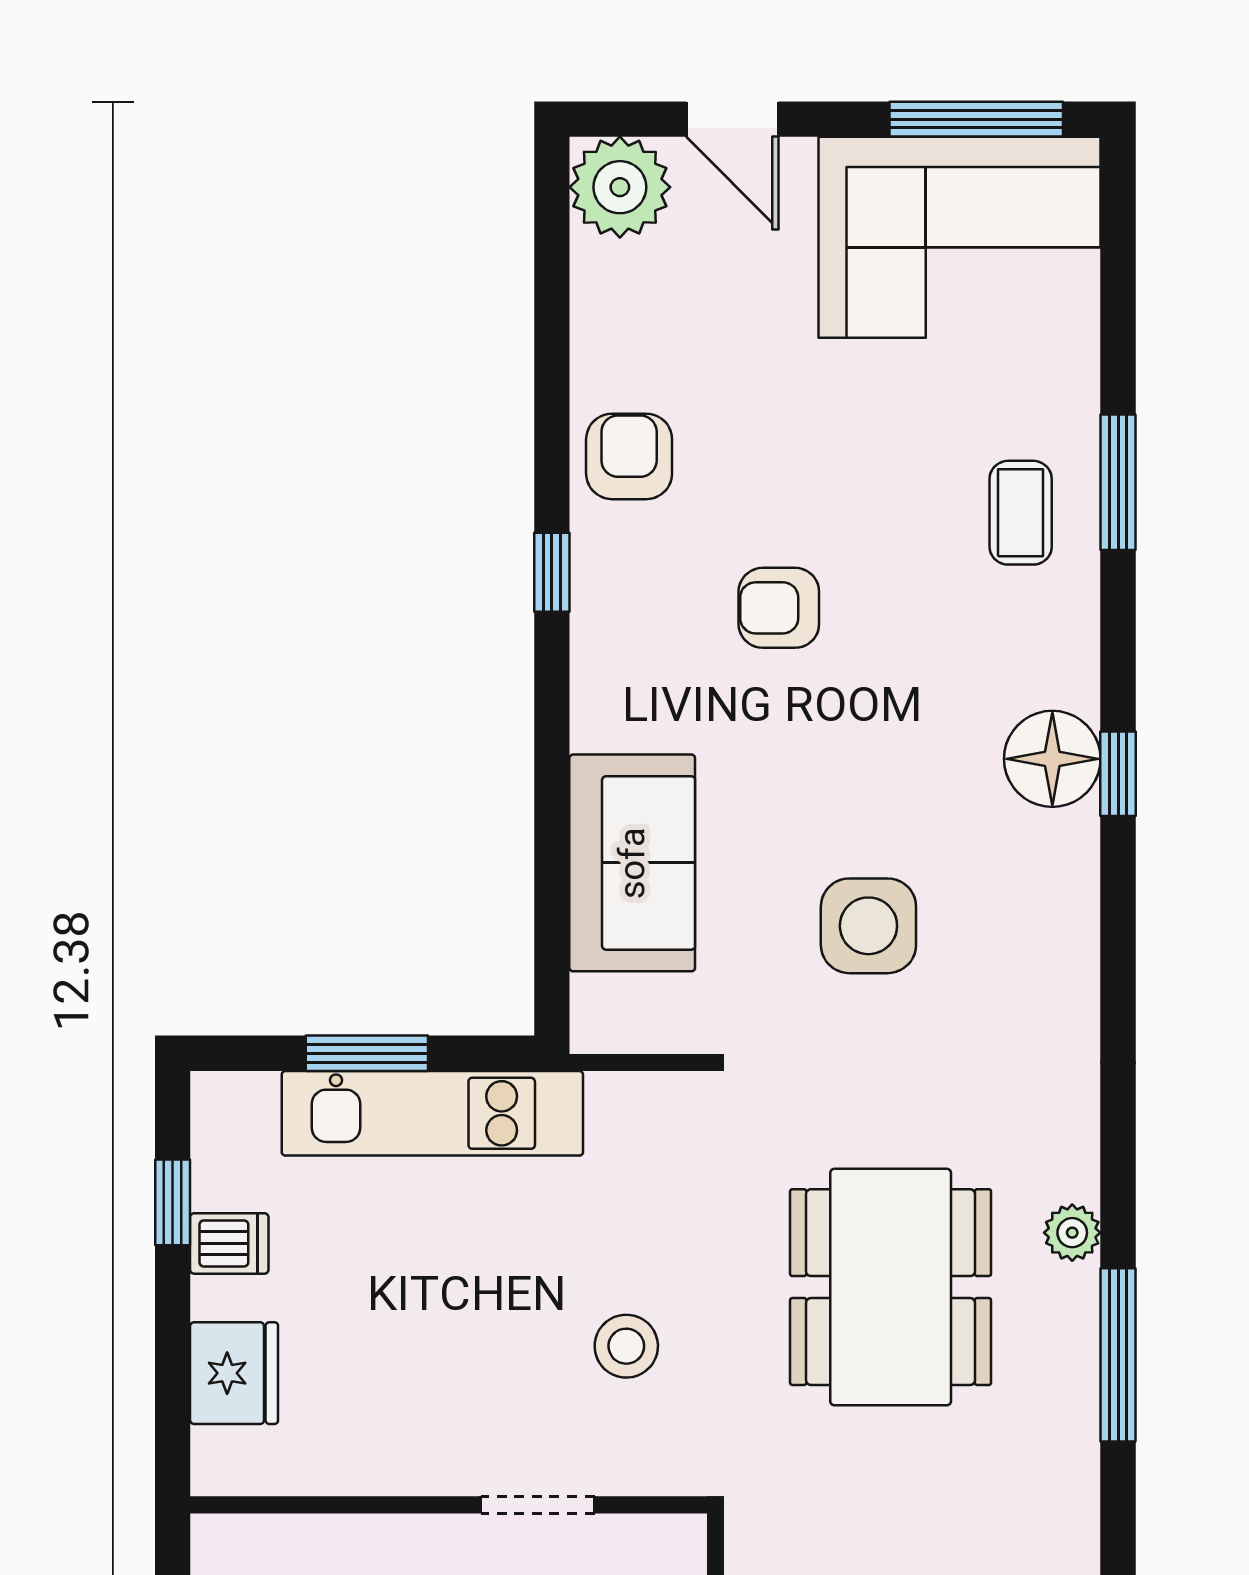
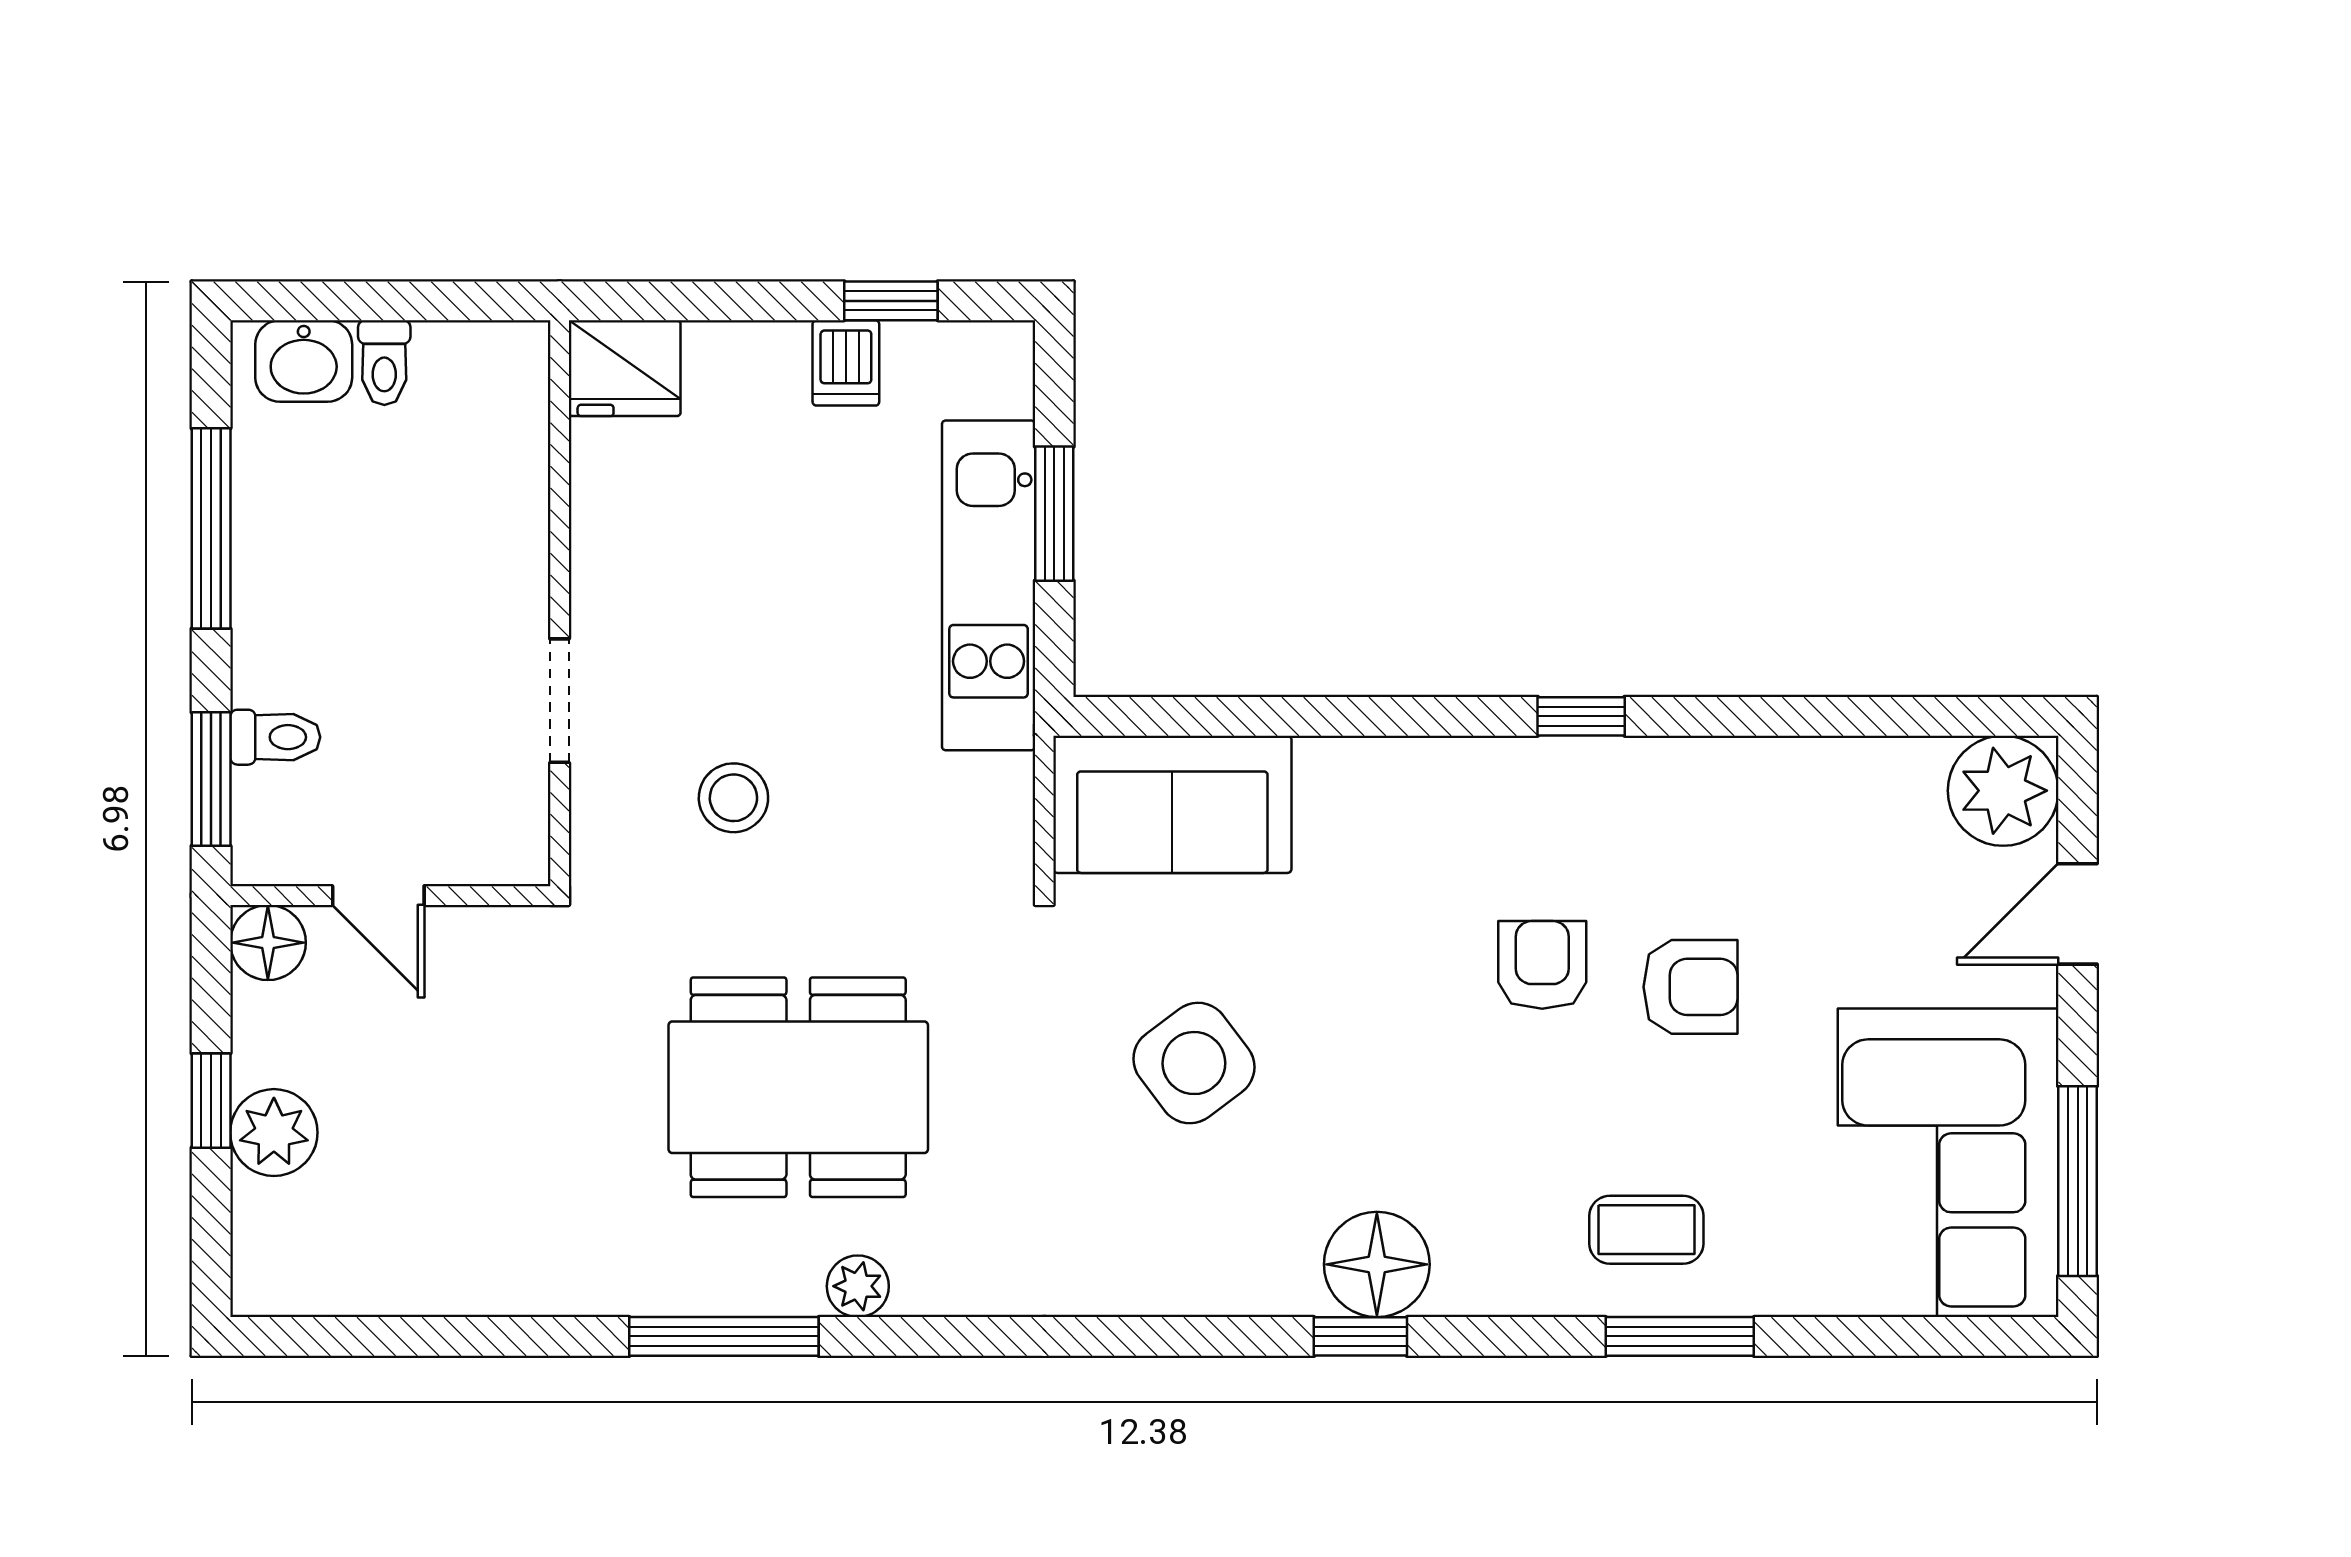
armchair: (629, 456) -> (1690, 987), moved
sofa: (632, 863) -> (1172, 804), moved
side table: (868, 926) -> (1194, 1063), turned -37
fridge: (234, 1373) -> (625, 368), moved

